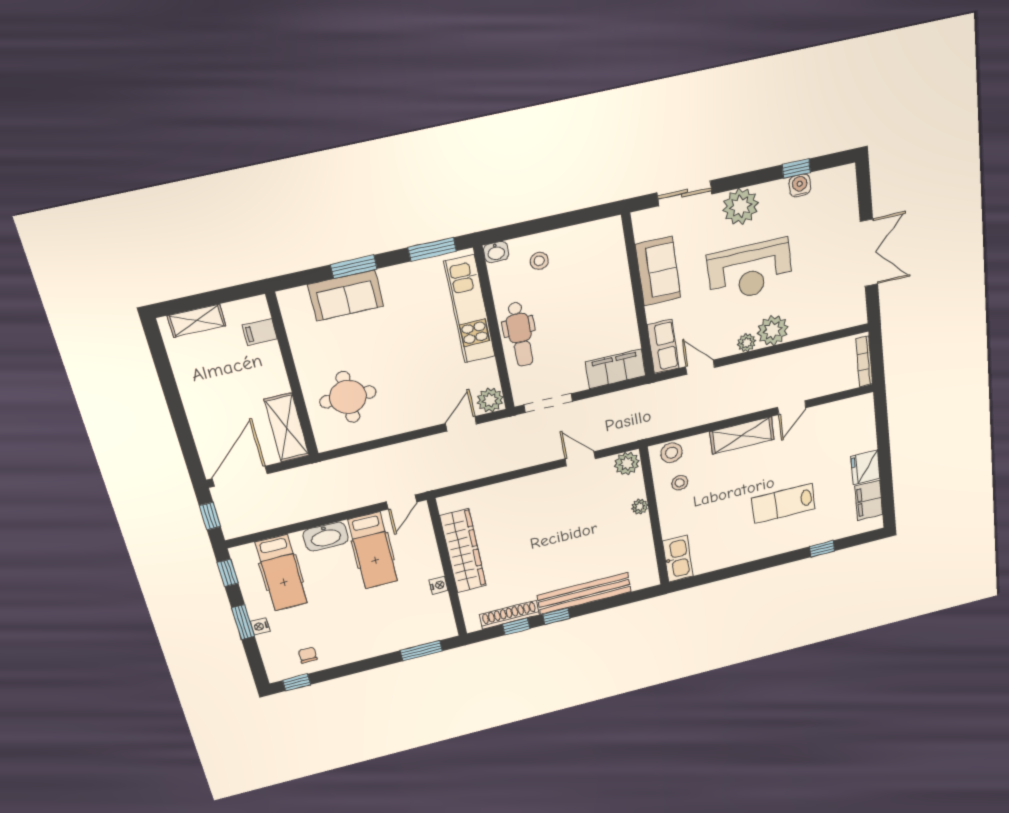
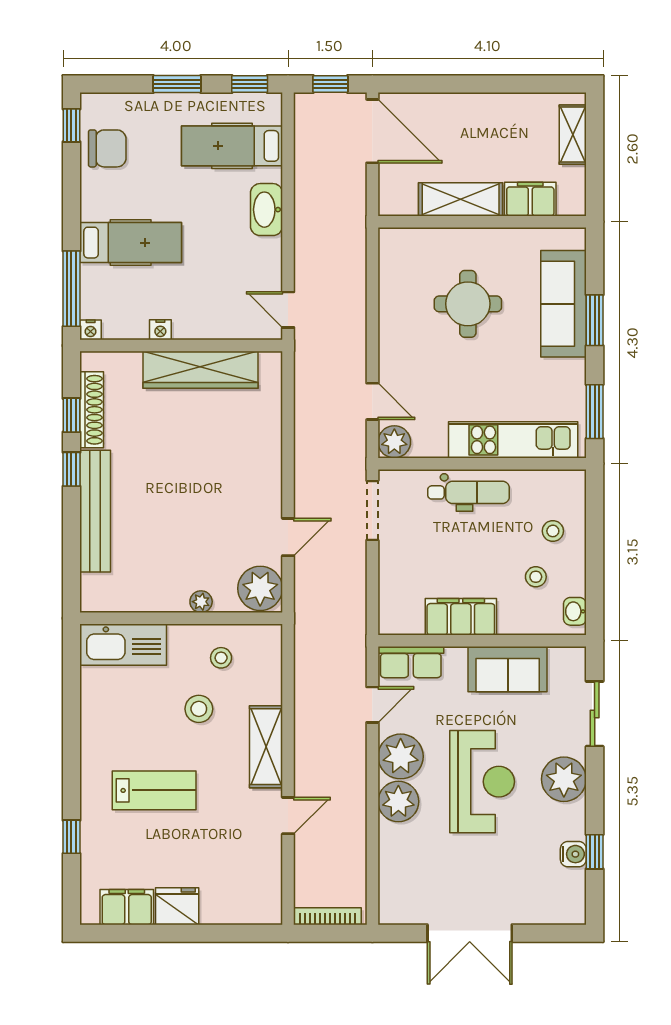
washbasin: (496, 252) -> (575, 611), moved
stool: (579, 266) -> (536, 577), added
reception desk: (750, 271) -> (482, 782), turned 180
sofa: (346, 295) -> (564, 304), width x1.36
filing cabinet: (260, 332) -> (530, 199), width x2.00
dental chair: (520, 334) -> (469, 492), turned 180
plant: (747, 343) -> (401, 756), width x1.88, depth x1.88
filing cabinet: (616, 369) -> (461, 617), moved, turned -90
round table: (348, 397) -> (468, 304), moved
door: (792, 408) -> (288, 816), swing flipped
shelving: (287, 428) -> (461, 199), moved
stool: (672, 453) -> (199, 709), moved
plant: (627, 463) -> (260, 588), width x1.36, depth x1.36
lab bench: (783, 504) -> (154, 790), turned 90
hospital bed: (373, 550) -> (131, 243), moved, turned 180
kitchen sink: (678, 559) -> (123, 645), width x1.36, depth x1.24
nightstand: (260, 626) -> (91, 330), moved, turned 180
window: (421, 651) -> (71, 289), width x1.44
chair: (308, 655) -> (107, 148), width x1.87, depth x1.87

